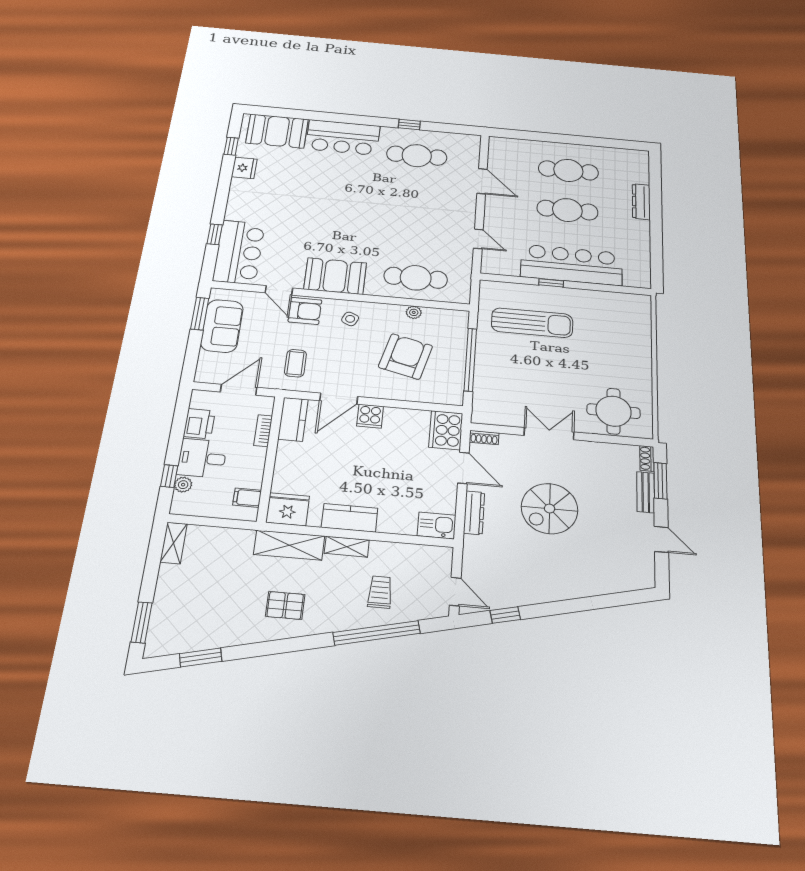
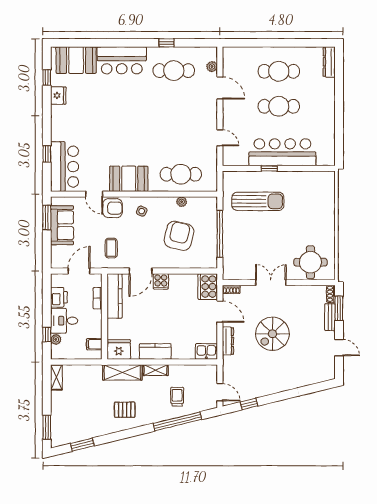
plant: (472, 156) -> (212, 67), added
dresser: (641, 202) -> (329, 62), moved
kitchen counter: (293, 419) -> (115, 296), width x1.50

